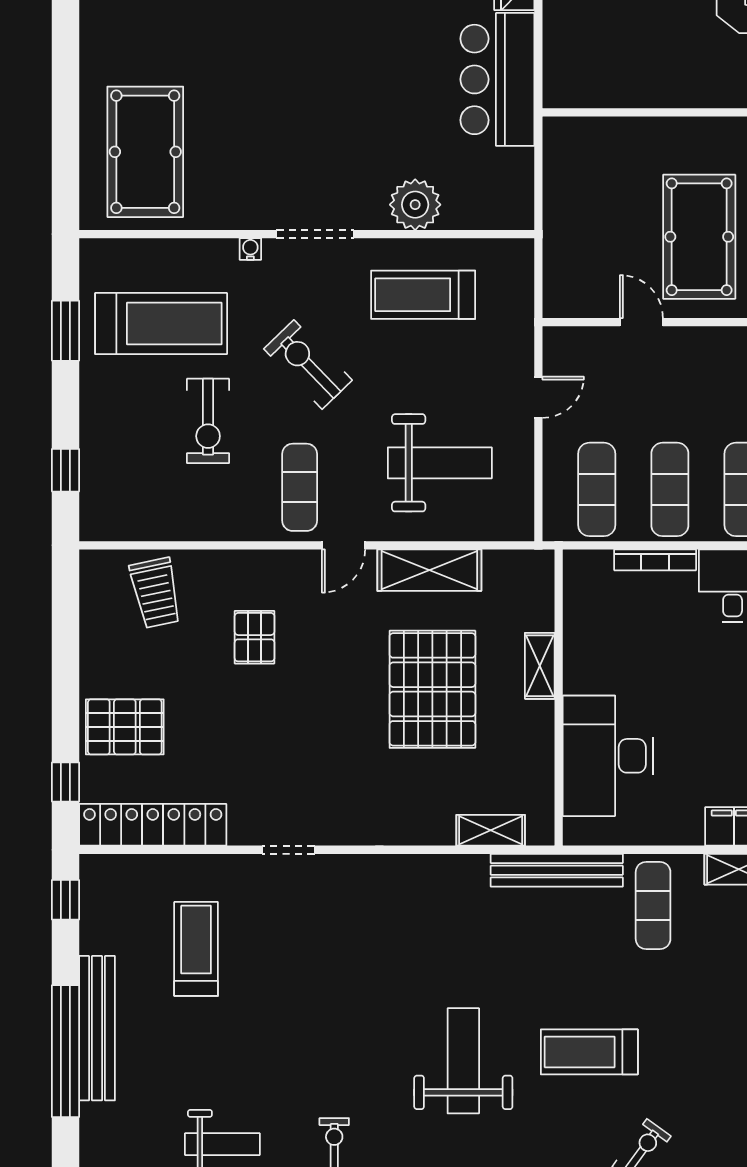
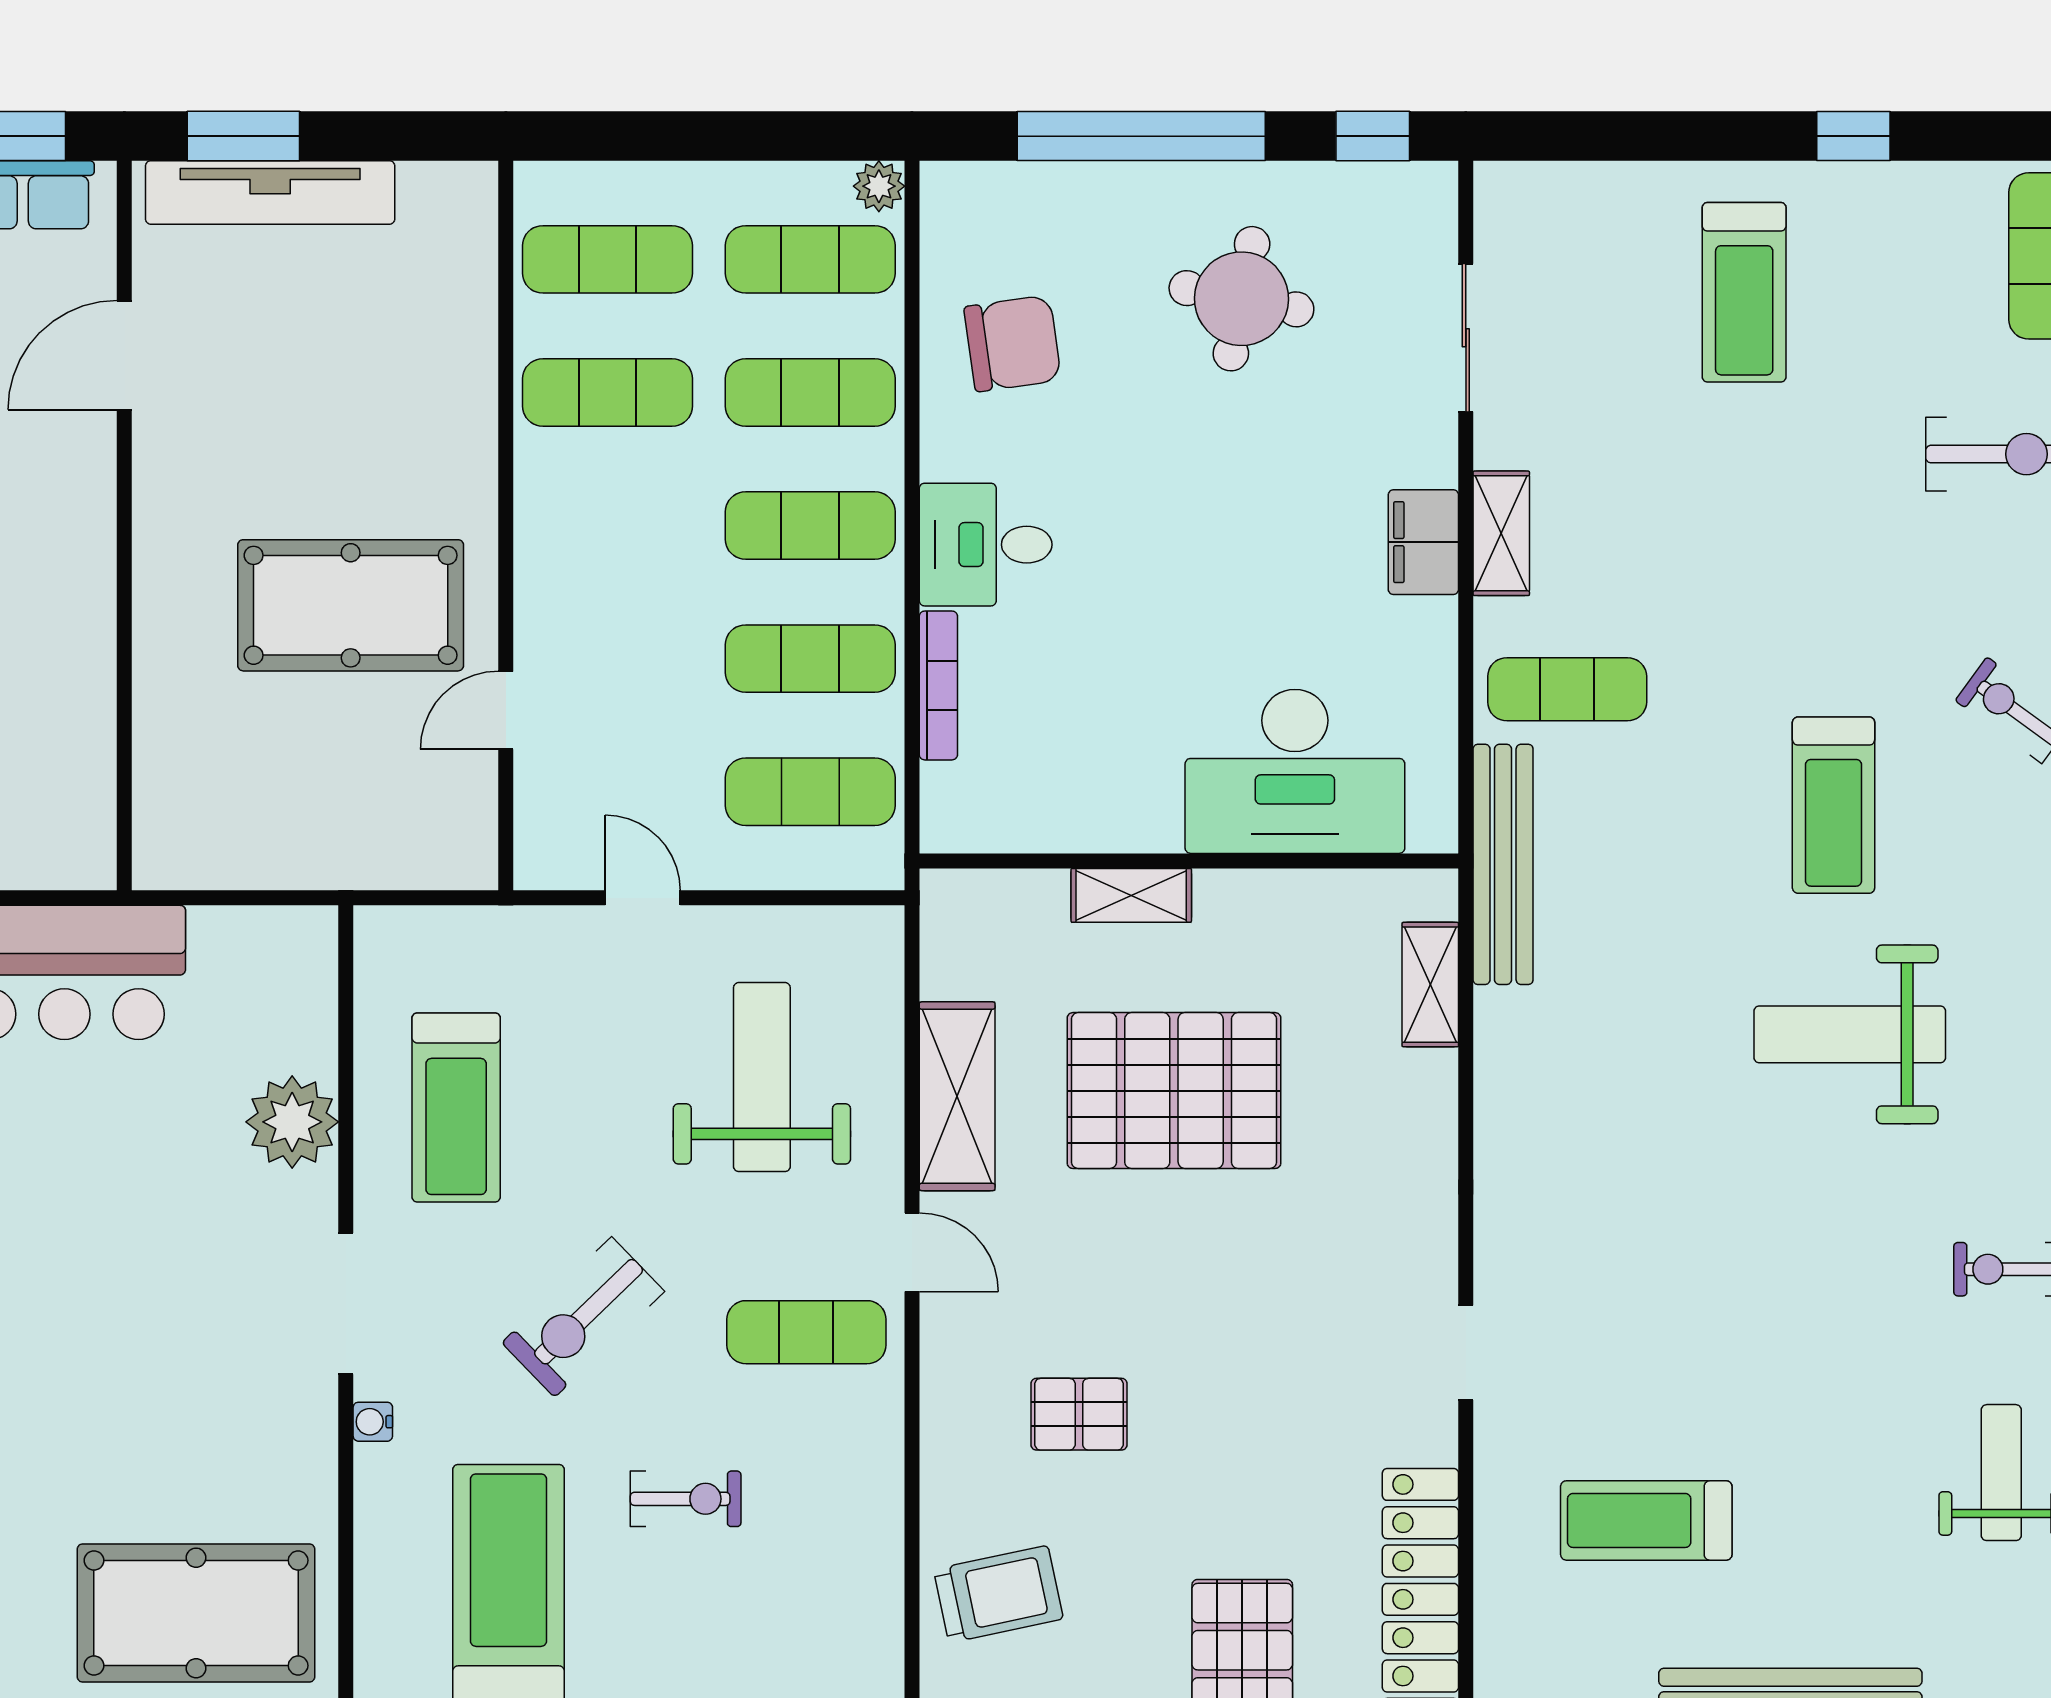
exercise bike: (208, 421) -> (686, 1499), width x0.73, depth x0.72

